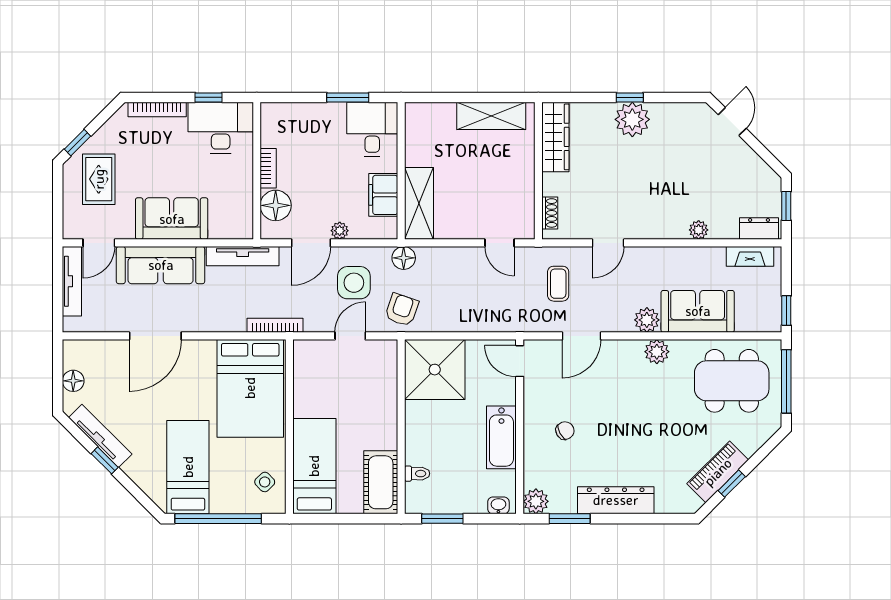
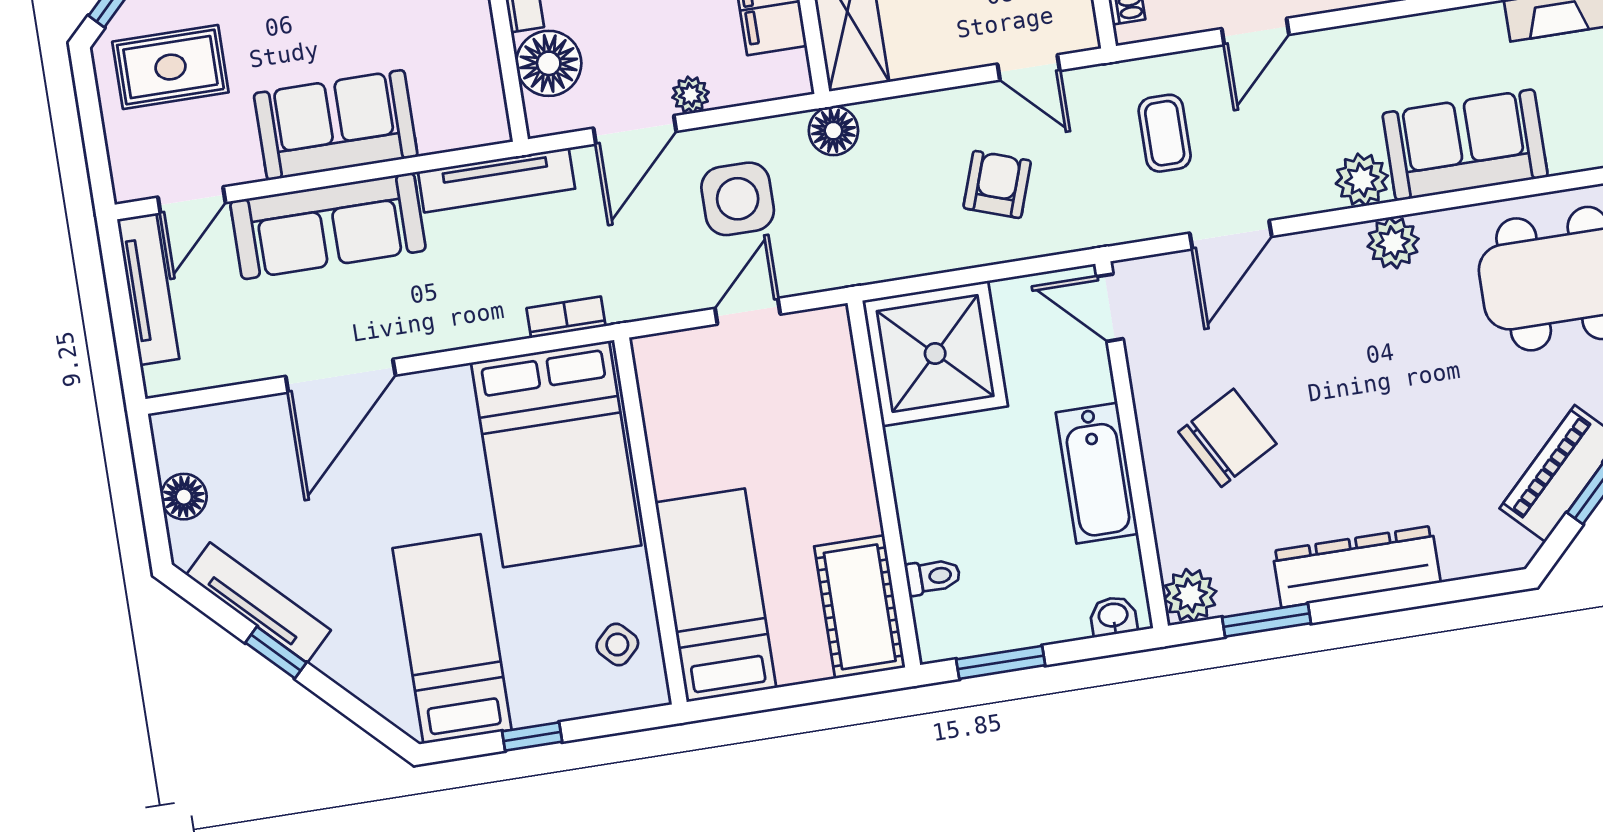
rug: (99, 179) -> (170, 67), turned 90
armchair: (402, 310) -> (997, 184), moved
bookcase: (275, 325) -> (566, 317), width x0.64
chair: (565, 431) -> (1227, 438), width x1.87, depth x1.87
window: (218, 519) -> (532, 737), width x0.32

